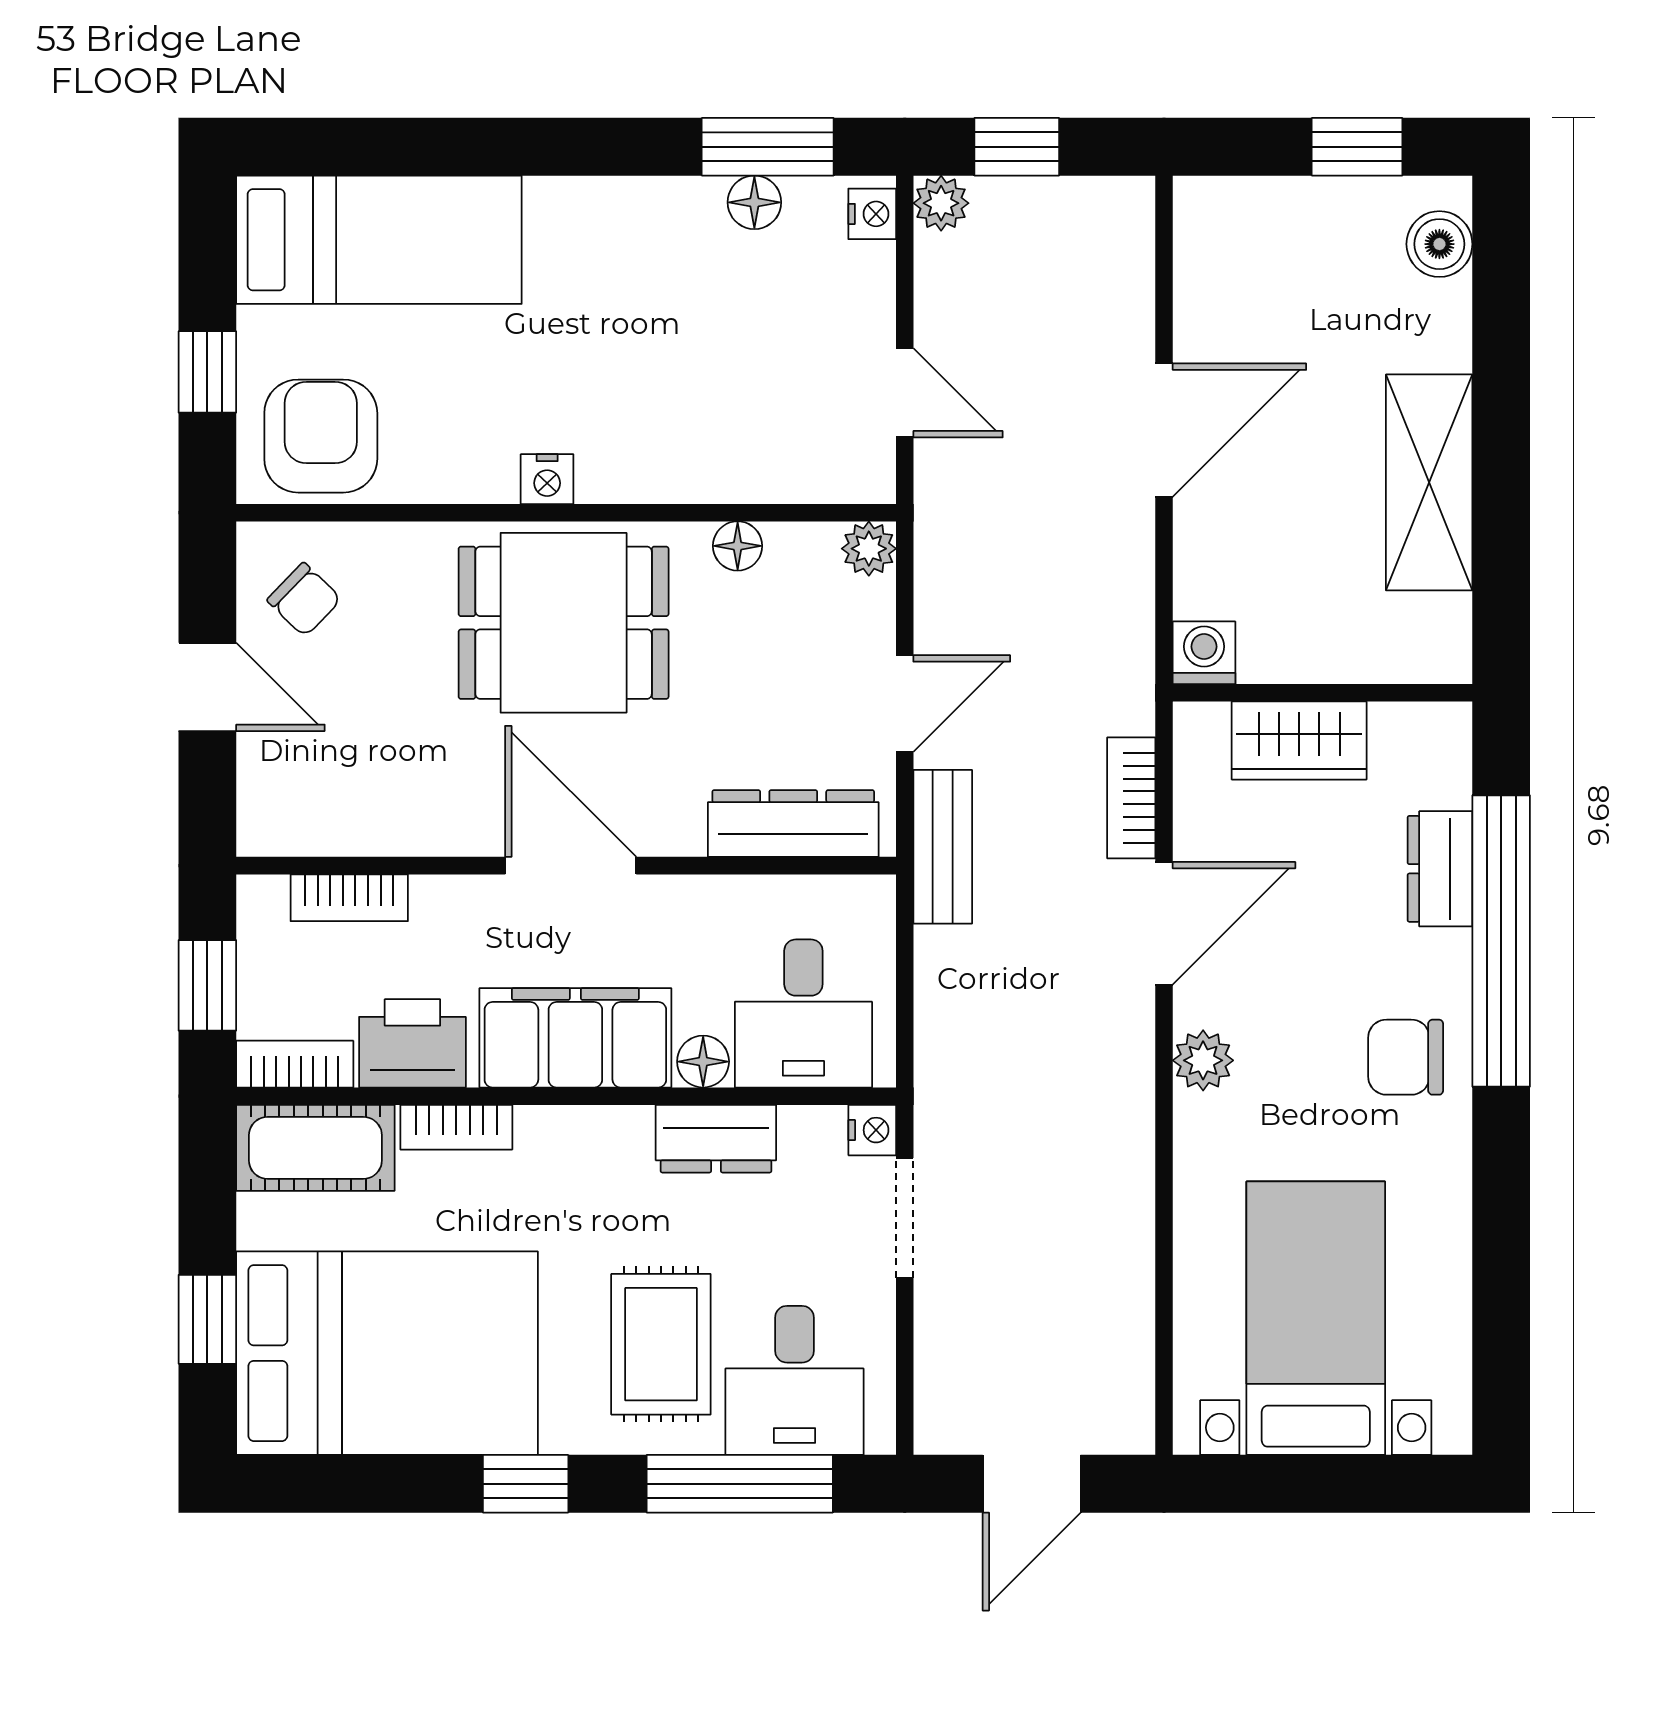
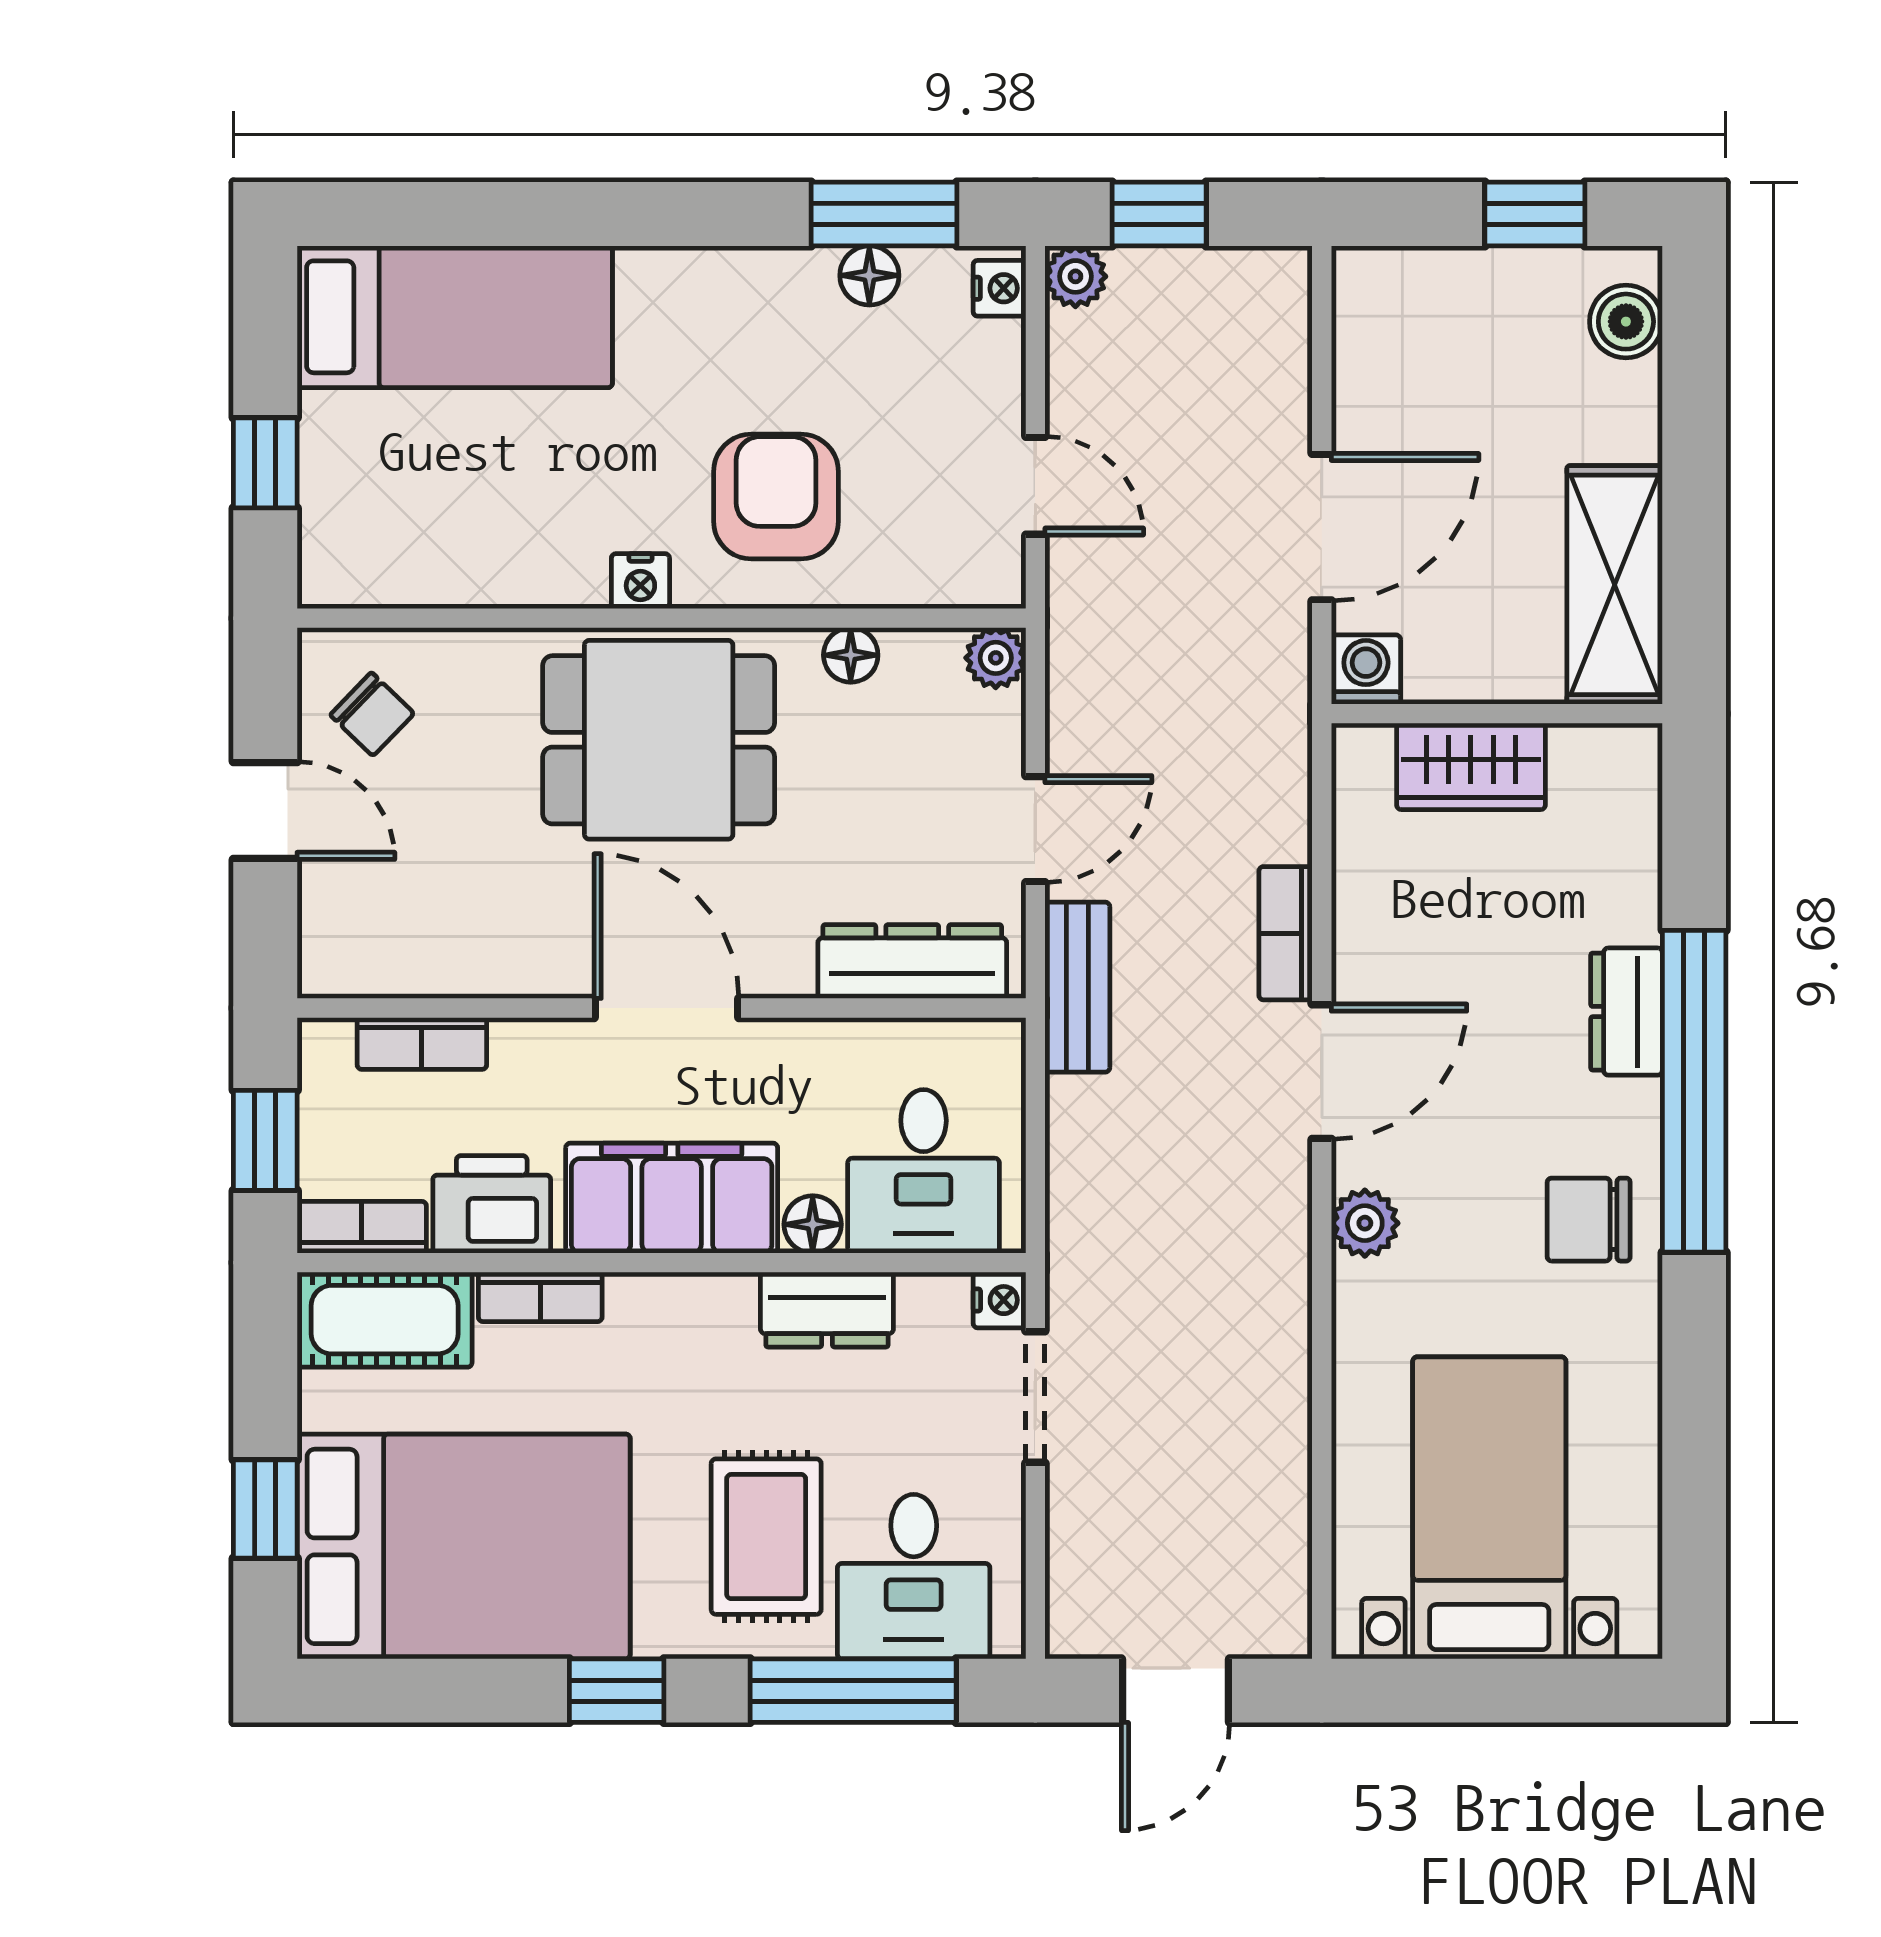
armchair: (321, 436) -> (776, 497), moved
washing machine: (1204, 653) -> (1366, 670), moved
wall: (1323, 693) -> (1497, 714), moved
wardrobe: (1299, 740) -> (1471, 766), moved

